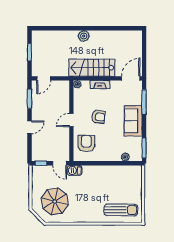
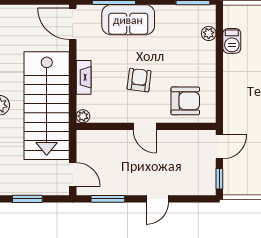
stairs: (92, 68) -> (47, 106), width x1.36, depth x1.51
sofa: (133, 121) -> (128, 20), moved
door: (29, 127) -> (157, 199), swing flipped
armchair: (86, 144) -> (185, 101), turned 180
barbecue: (75, 170) -> (232, 41), moved

